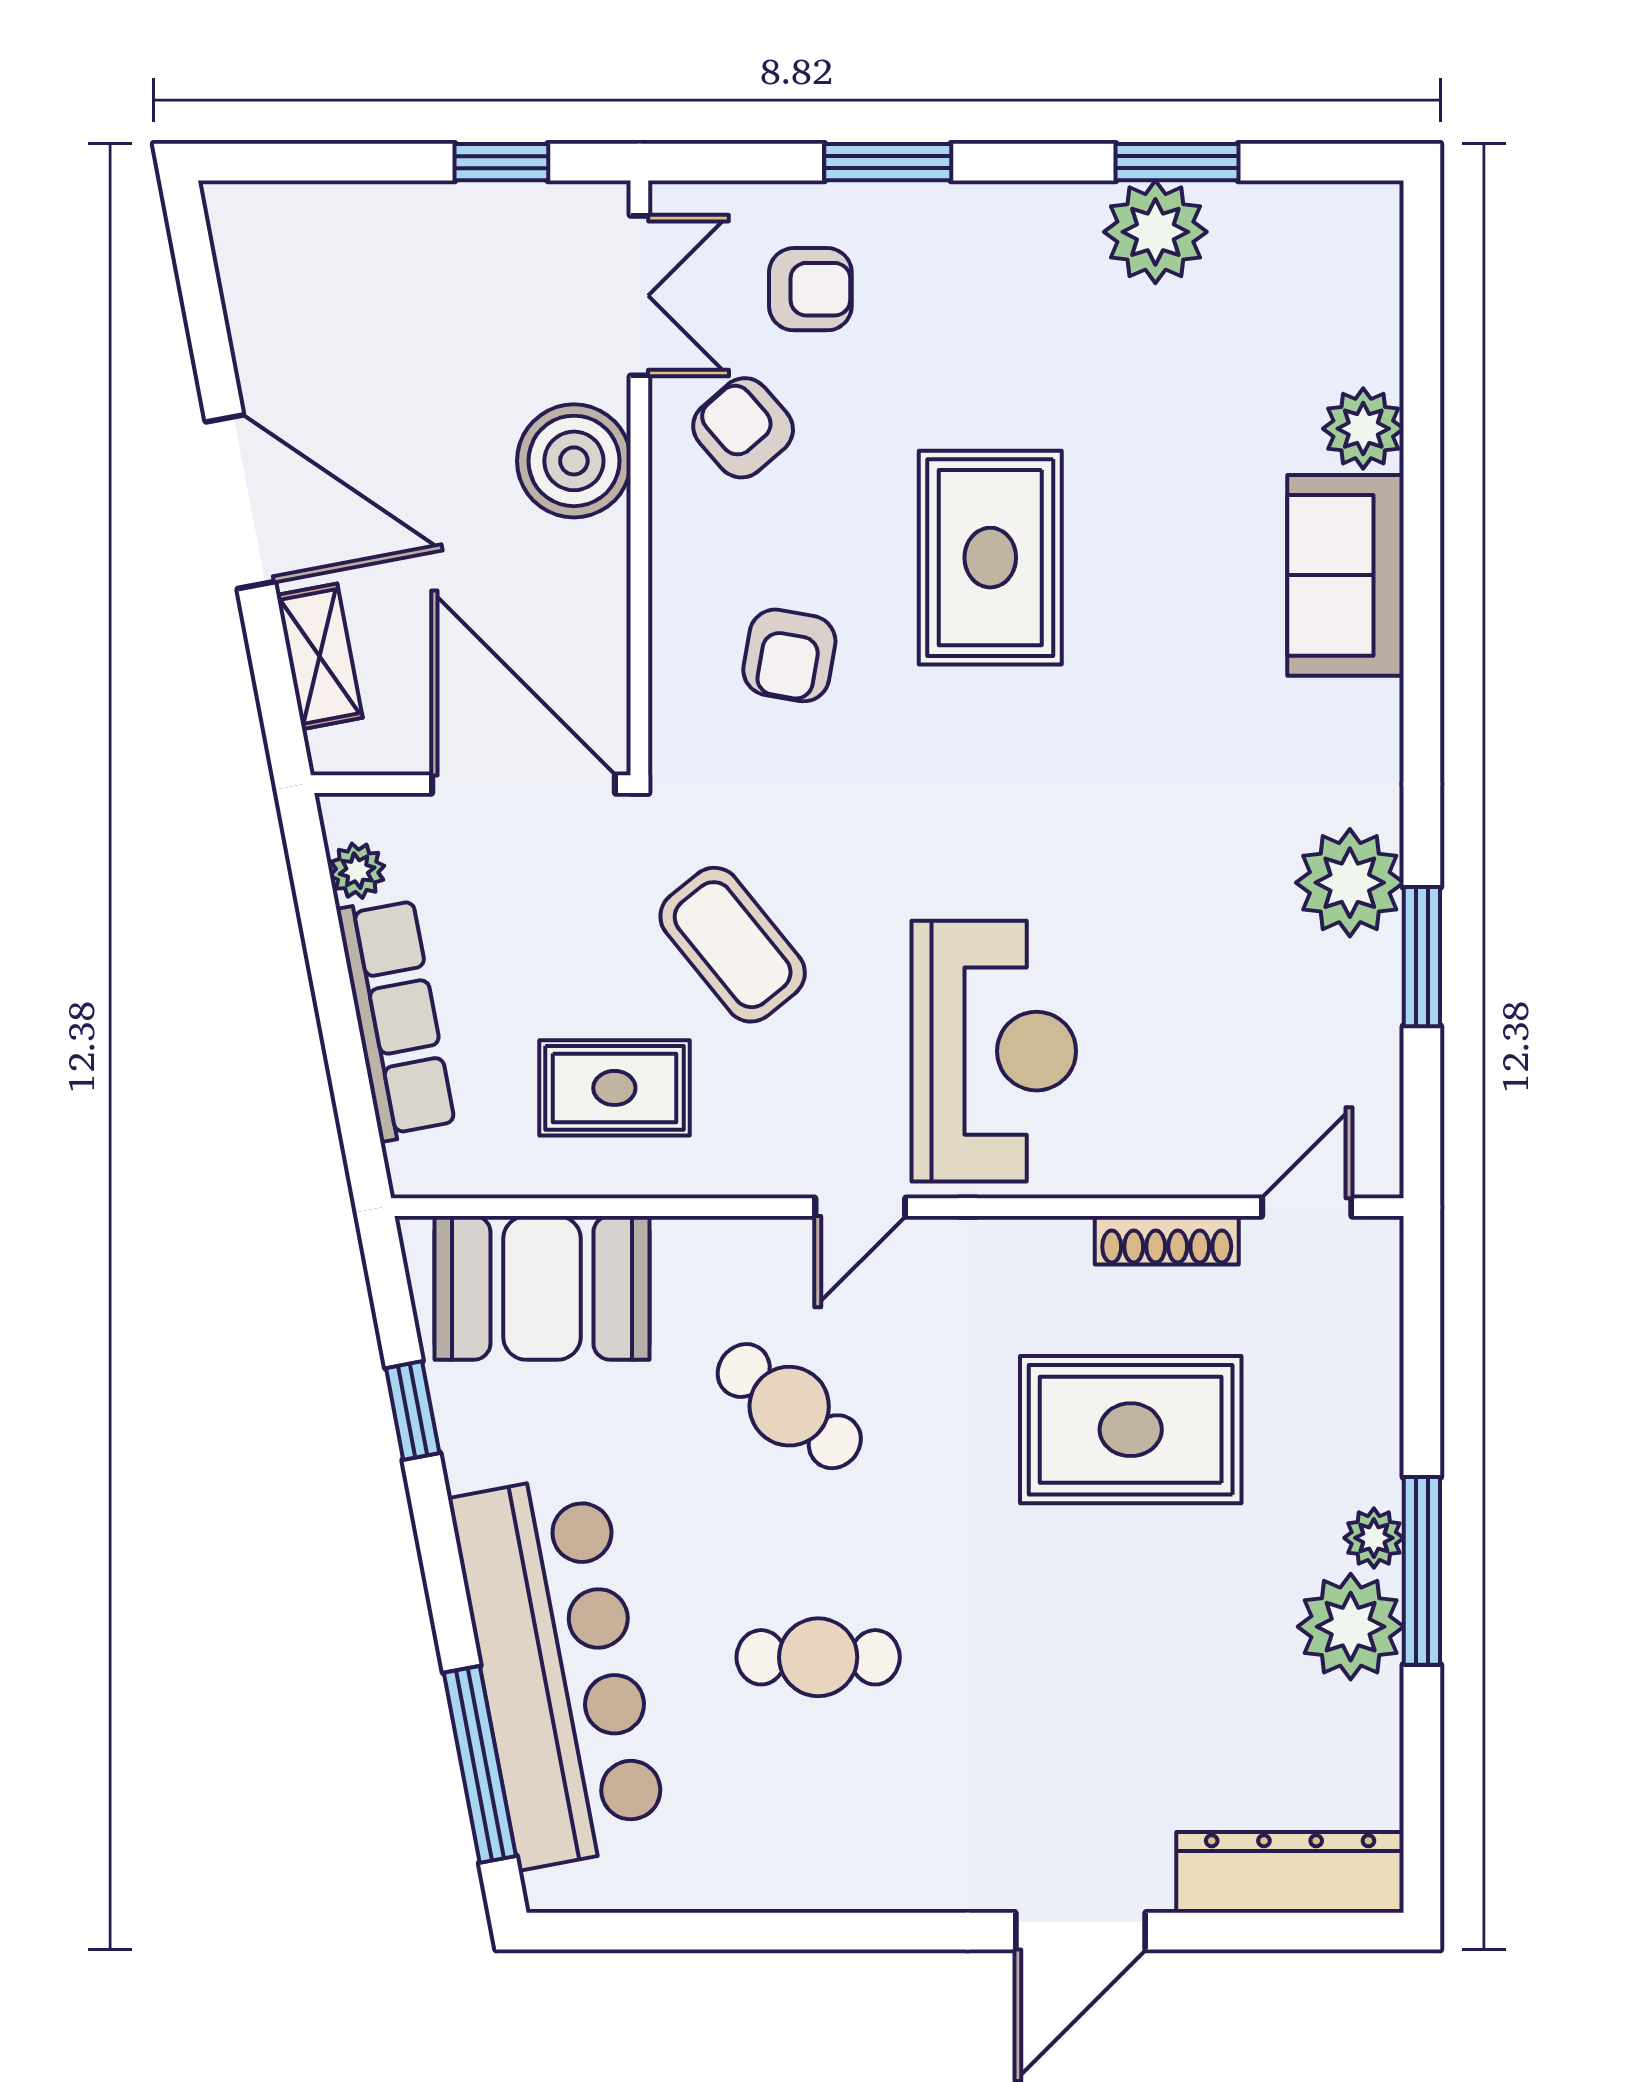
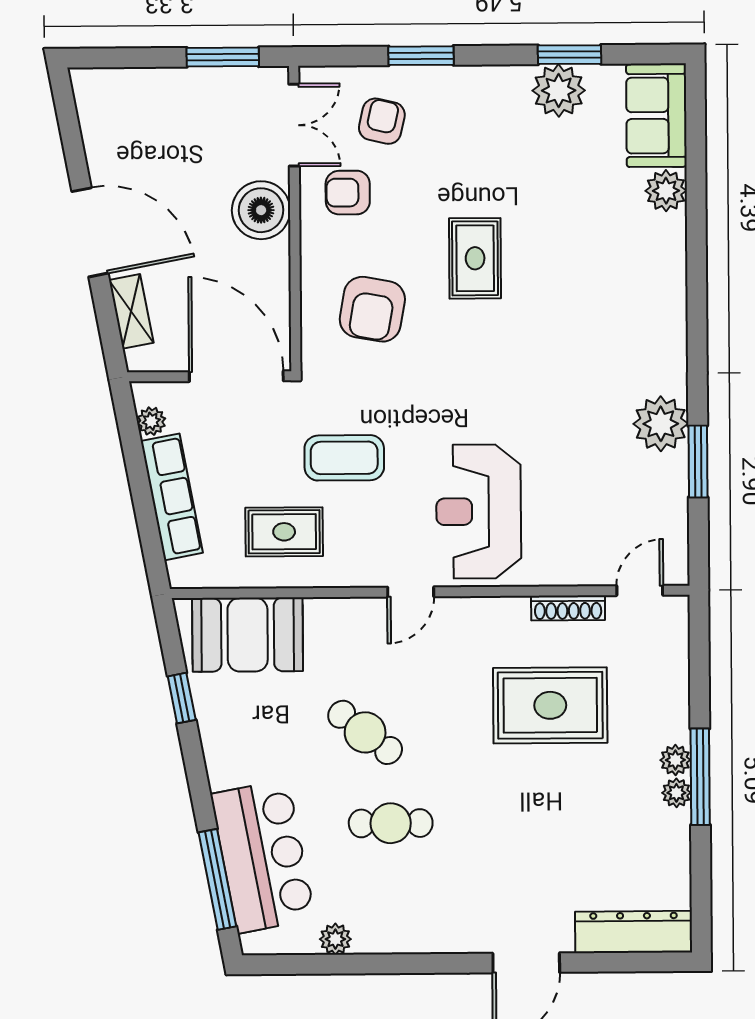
window: (501, 162) -> (223, 57), width x1.50
armchair: (810, 289) -> (382, 121), turned -77
armchair: (743, 428) -> (348, 193), turned -49
rug: (990, 558) -> (475, 258), width x0.73, depth x0.70
sofa: (1345, 575) -> (656, 115), moved
armchair: (789, 655) -> (372, 309), width x1.38, depth x1.38
coffee table: (733, 945) -> (344, 458), turned -51
reception desk: (994, 1051) -> (479, 512), turned 180
cafe table: (789, 1406) -> (365, 732), moved
plant: (1351, 1627) -> (676, 793), width x0.53, depth x0.53
bar counter: (559, 1670) -> (263, 856), width x0.73
plant: (709, 1882) -> (335, 939), added

